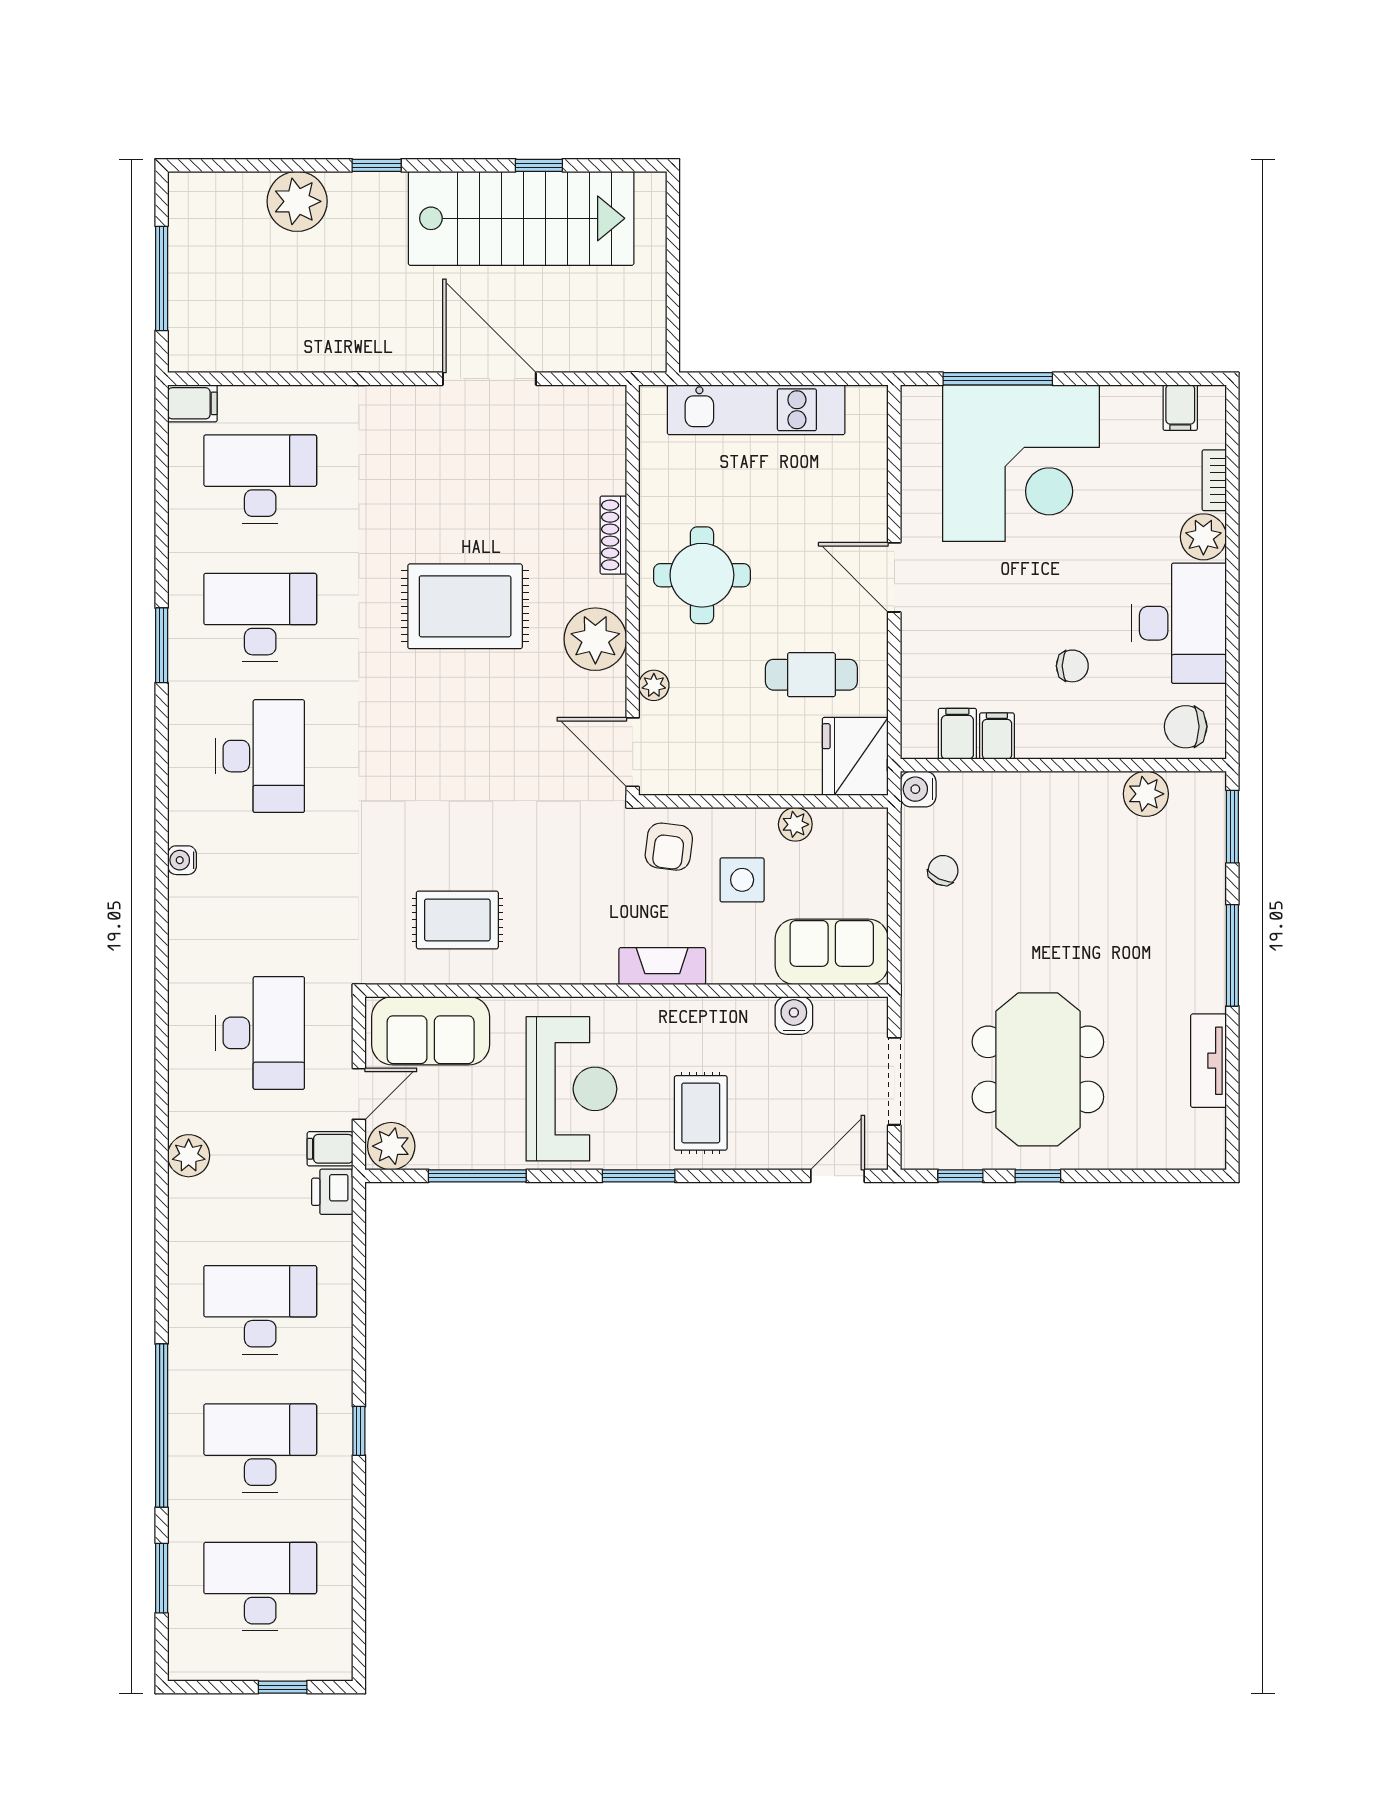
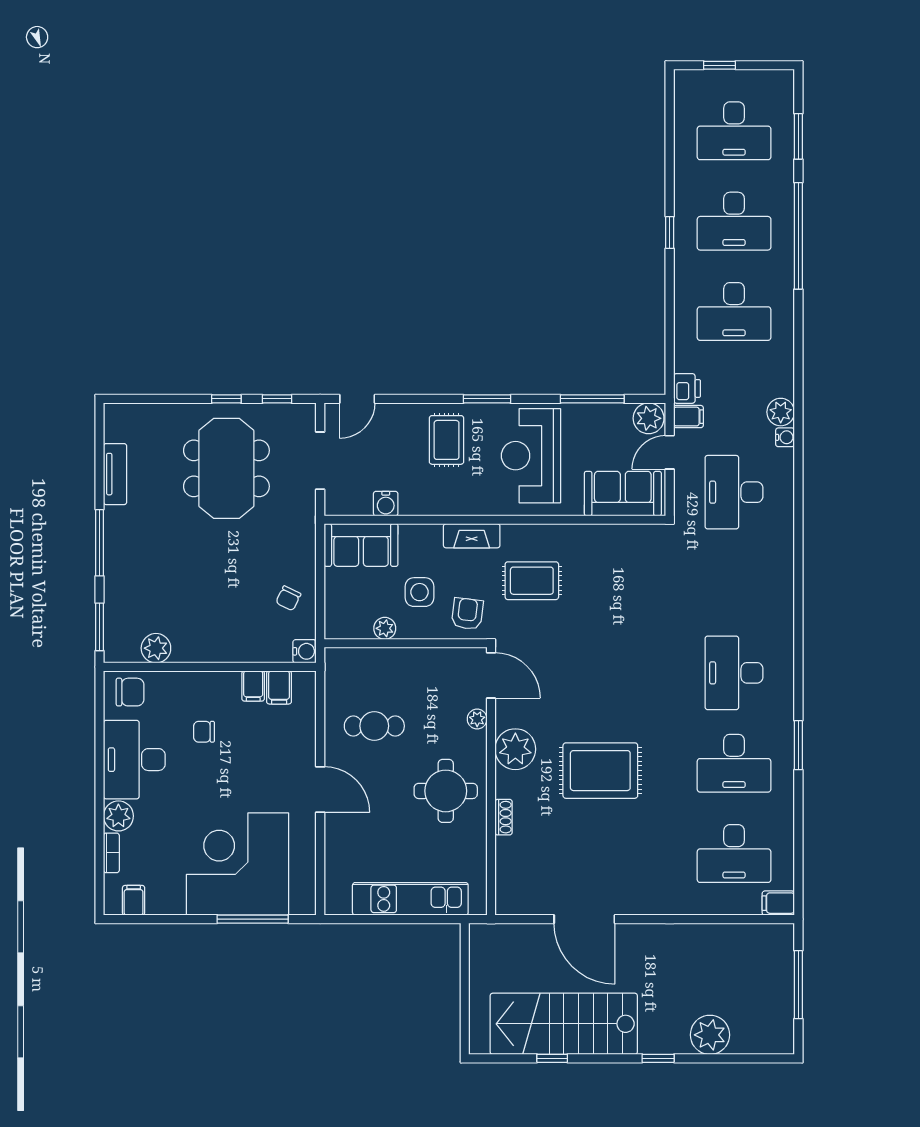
shoe rack: (613, 535) -> (504, 817), width x0.70
fridge: (855, 756) -> (346, 673), removed
water cooler: (182, 860) -> (785, 437), moved
rug: (457, 920) -> (532, 581), moved

